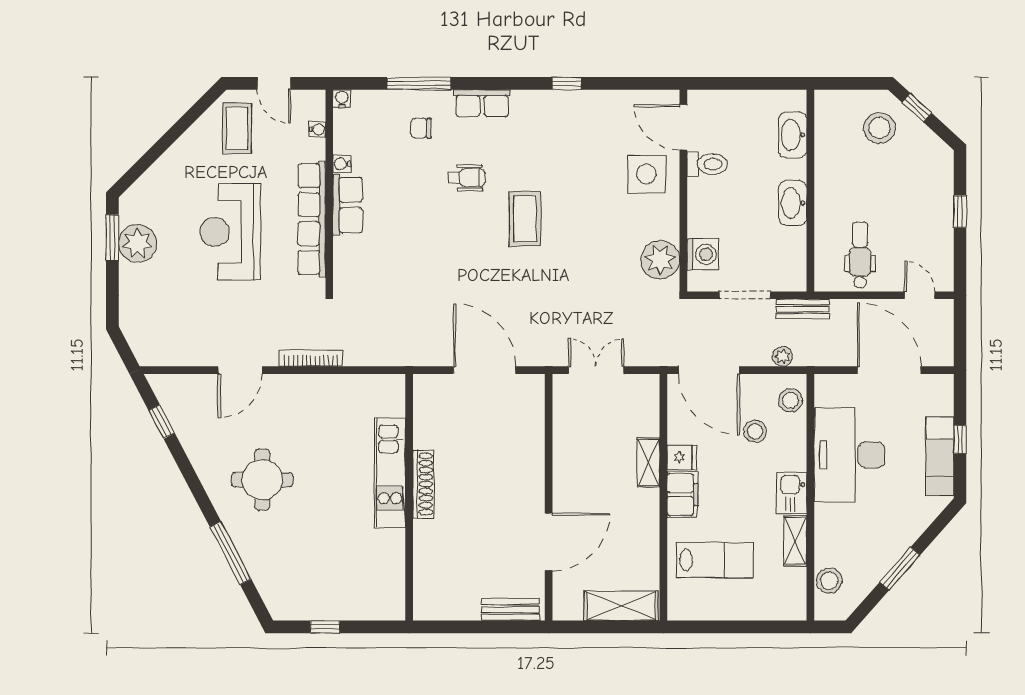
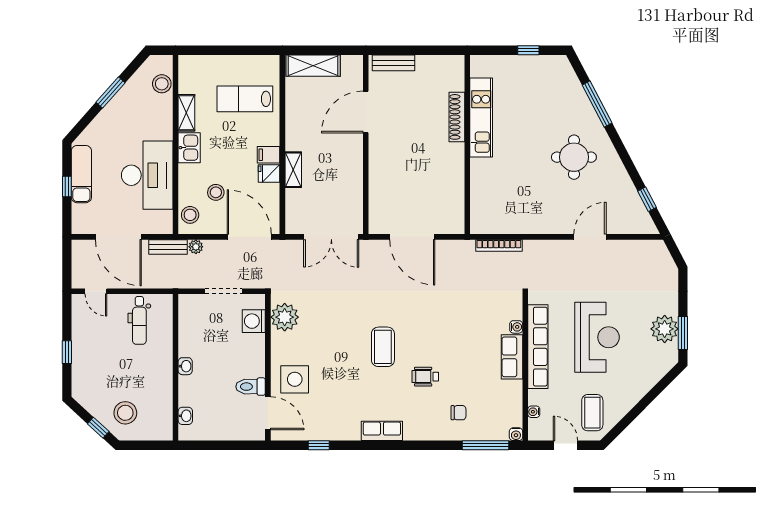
window: (419, 83) -> (485, 445), moved
window: (567, 83) -> (319, 445), moved
row of seats: (482, 103) -> (382, 431), moved
washbasin: (793, 135) -> (185, 416), width x0.52, depth x0.69
water cooler: (342, 164) -> (516, 327), moved
washbasin: (793, 203) -> (185, 366), width x0.52, depth x0.69
bench: (803, 309) -> (168, 247), moved
bookcase: (311, 358) -> (499, 246), moved
double door: (596, 370) -> (331, 237), width x1.37
kitchen unit: (390, 473) -> (481, 118), moved
shoe rack: (423, 484) -> (457, 117), moved
filing cabinet: (682, 495) -> (269, 155), width x0.50

